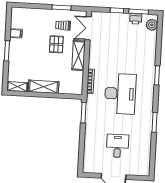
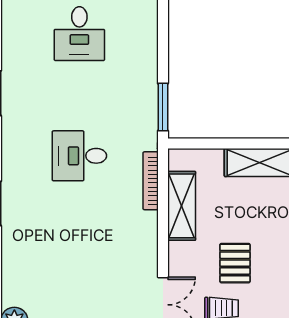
shelving: (79, 56) -> (182, 206), moved
desk: (120, 94) -> (79, 156), width x0.53, depth x0.77

